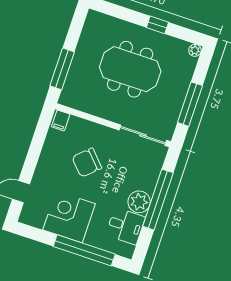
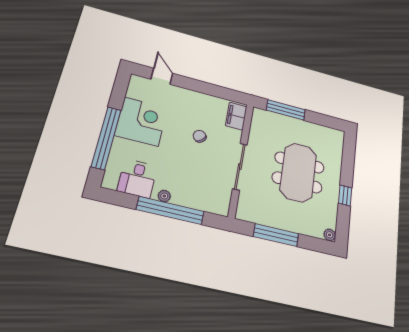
filing cabinet: (61, 120) -> (236, 116), width x2.00
sliding door: (143, 135) -> (240, 166), moved
chair: (87, 163) -> (200, 136), width x0.54, depth x0.54
plant: (139, 202) -> (164, 196), width x0.53, depth x0.53

